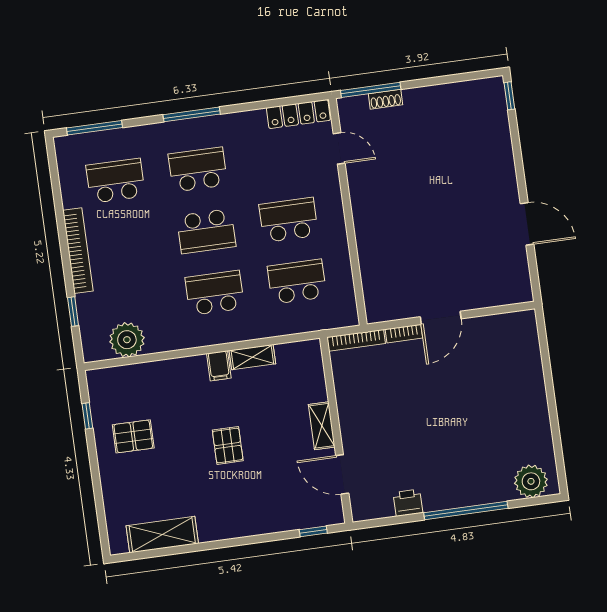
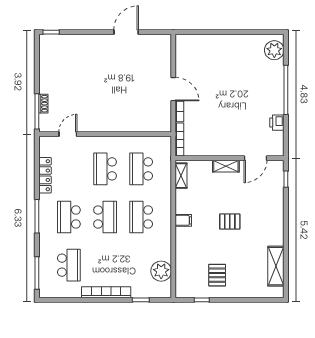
locker: (298, 114) -> (45, 175), moved
school desk: (116, 181) -> (69, 265), turned 180
shelving: (252, 357) -> (181, 176), moved

